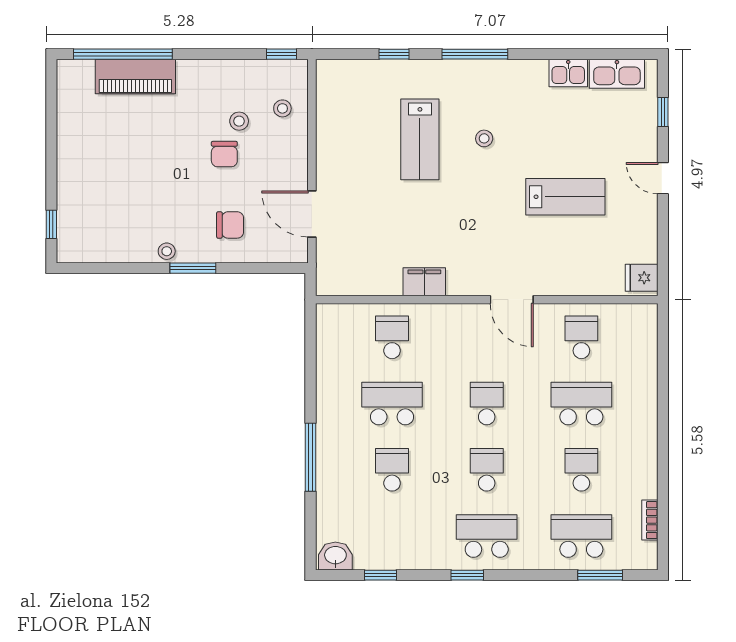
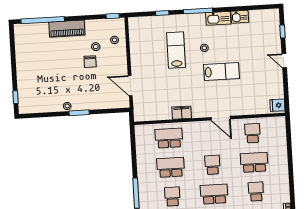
kitchen sink: (617, 74) -> (218, 18), moved
piano: (135, 77) -> (67, 29), moved
lab bench: (420, 139) -> (176, 50), turned 180
lab bench: (565, 197) -> (221, 72), moved
chair: (230, 225) -> (94, 93), removed
school desk: (392, 337) -> (169, 138), width x1.85
school desk: (487, 470) -> (214, 194), width x1.85

